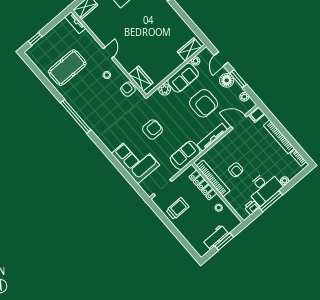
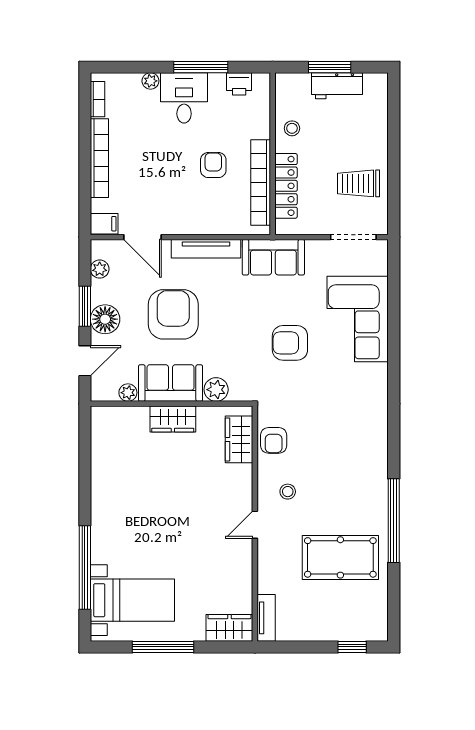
wardrobe: (190, 49) -> (173, 419), moved
window: (76, 116) -> (394, 521), moved
desk: (264, 188) -> (184, 98), width x0.73

